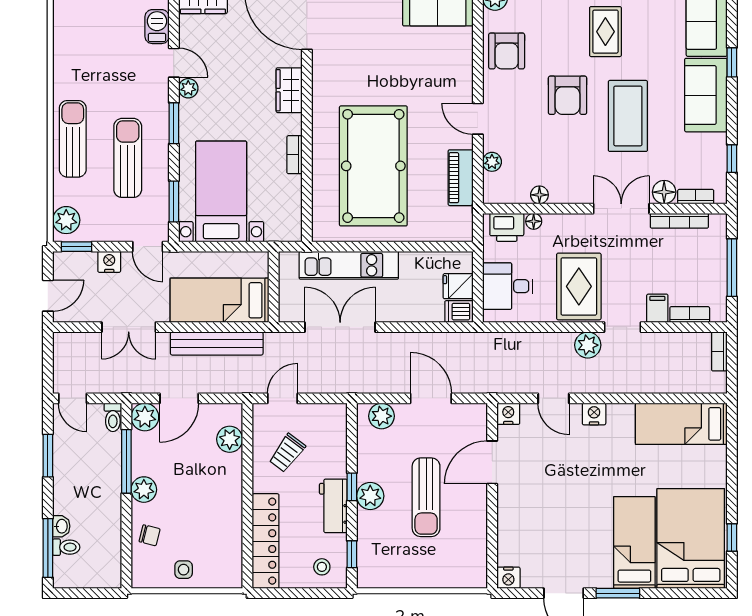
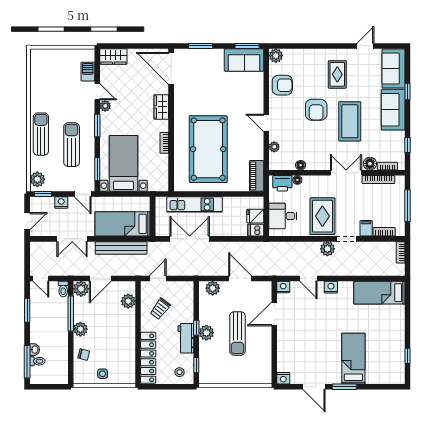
armchair: (507, 51) -> (282, 85), turned -90
piano: (461, 178) -> (257, 176), moved
bed: (691, 539) -> (385, 356), removed

